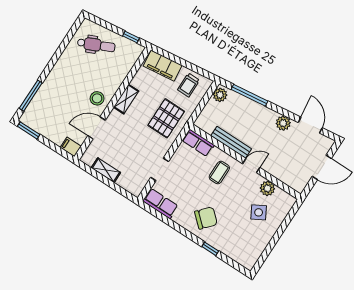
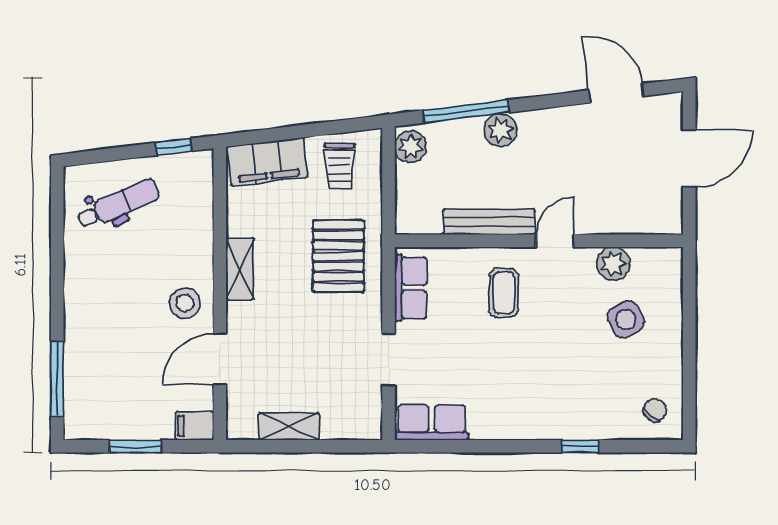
plant: (283, 123) -> (501, 130), moved
window: (29, 130) -> (136, 446), moved
row of seats: (198, 143) -> (411, 288), moved, turned -90
chair: (206, 218) -> (655, 410), moved, width x0.54, depth x0.54

